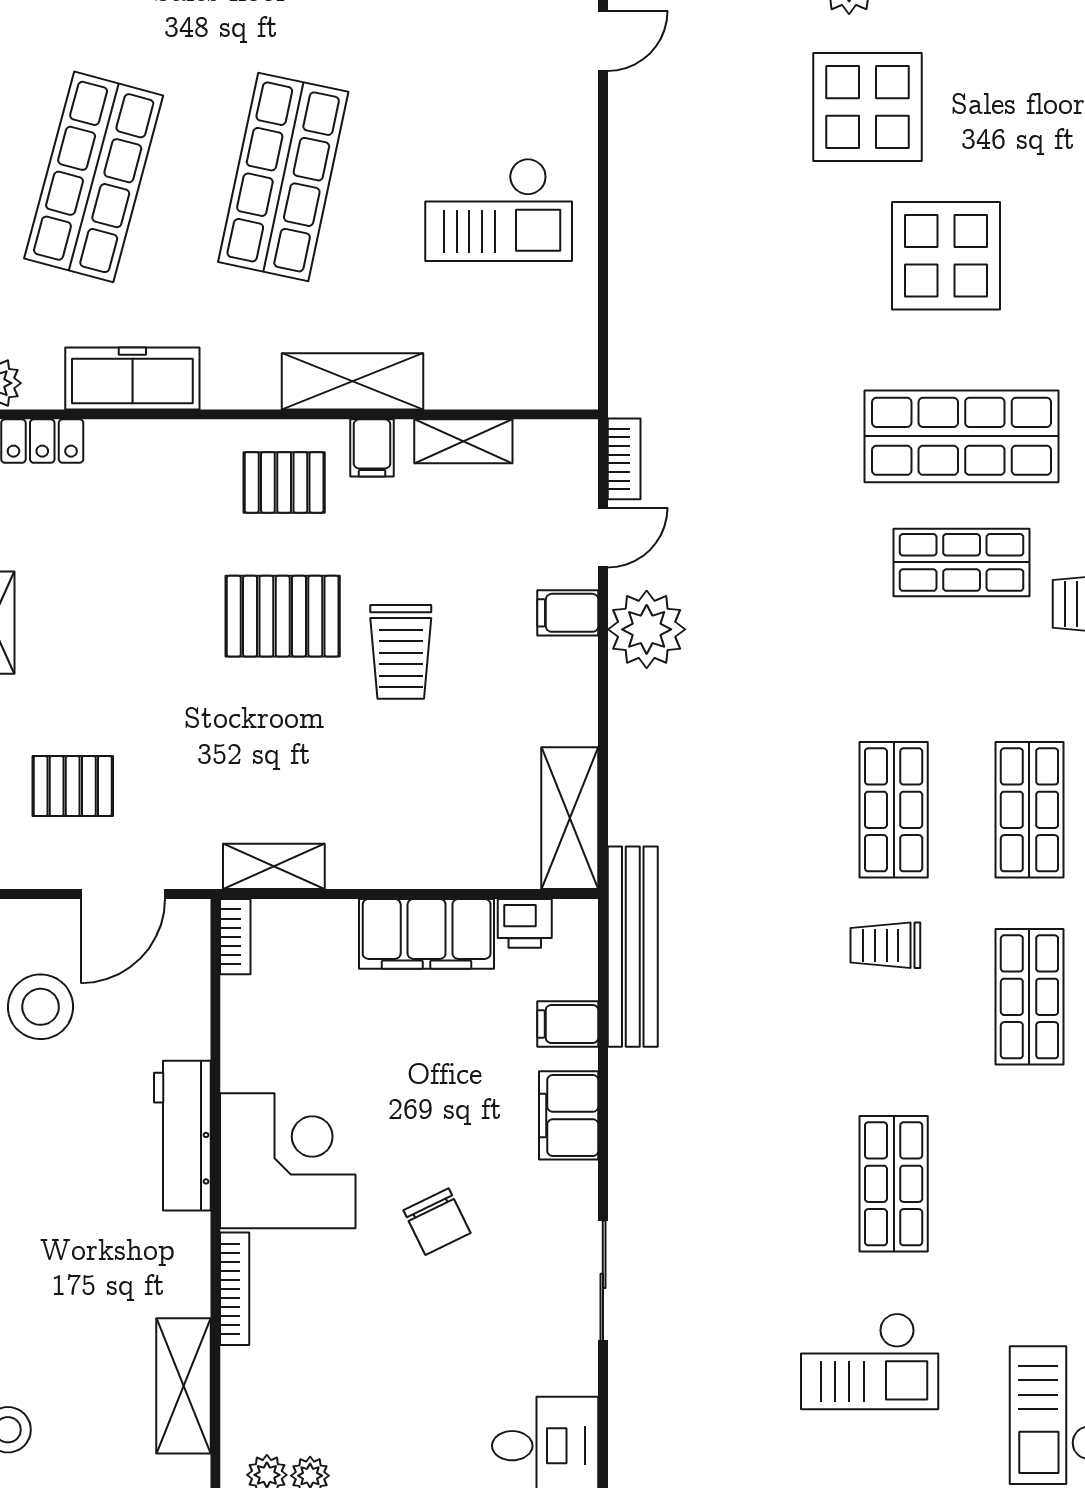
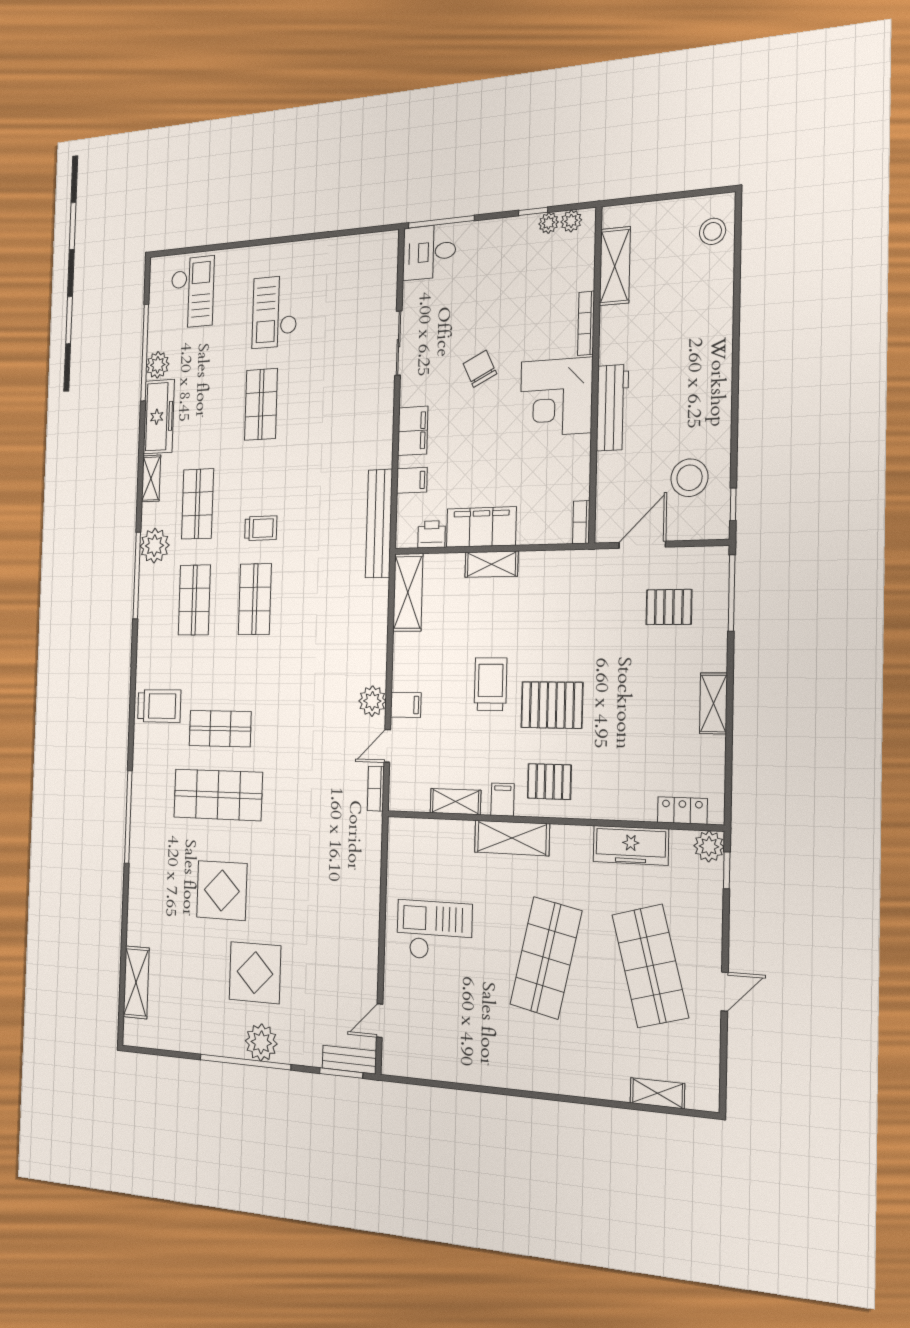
shop shelf: (94, 177) -> (650, 966), turned -30
plant: (647, 629) -> (372, 701), width x0.73, depth x0.73
shelving: (274, 866) -> (491, 564), moved
checkout: (870, 1361) -> (275, 312), turned -90

